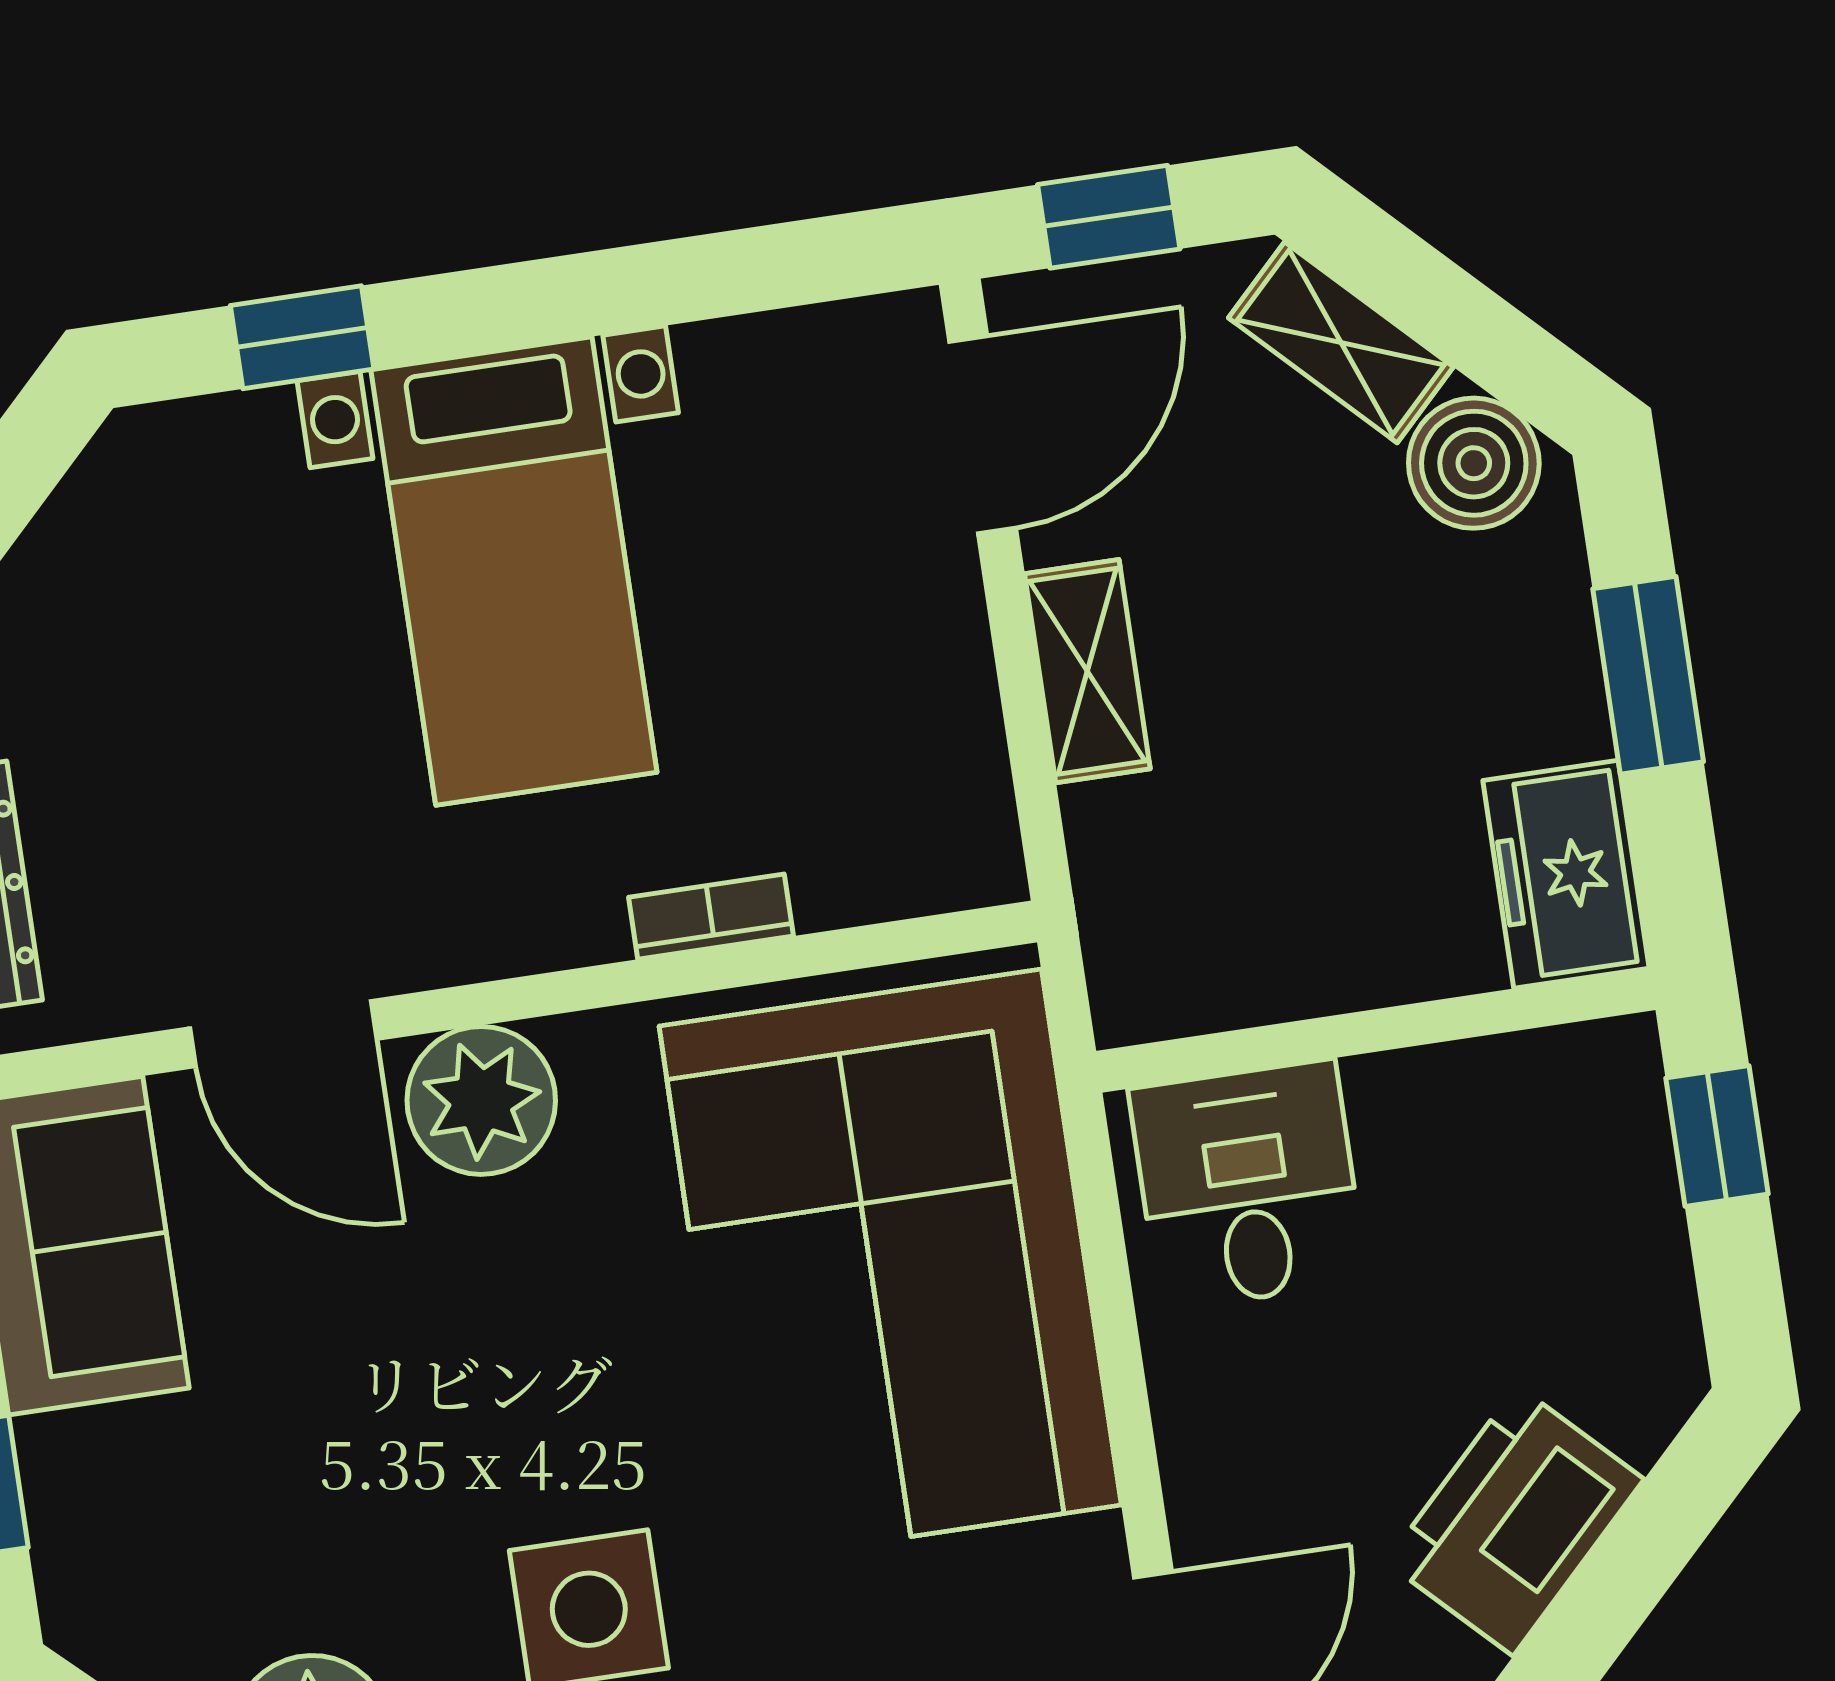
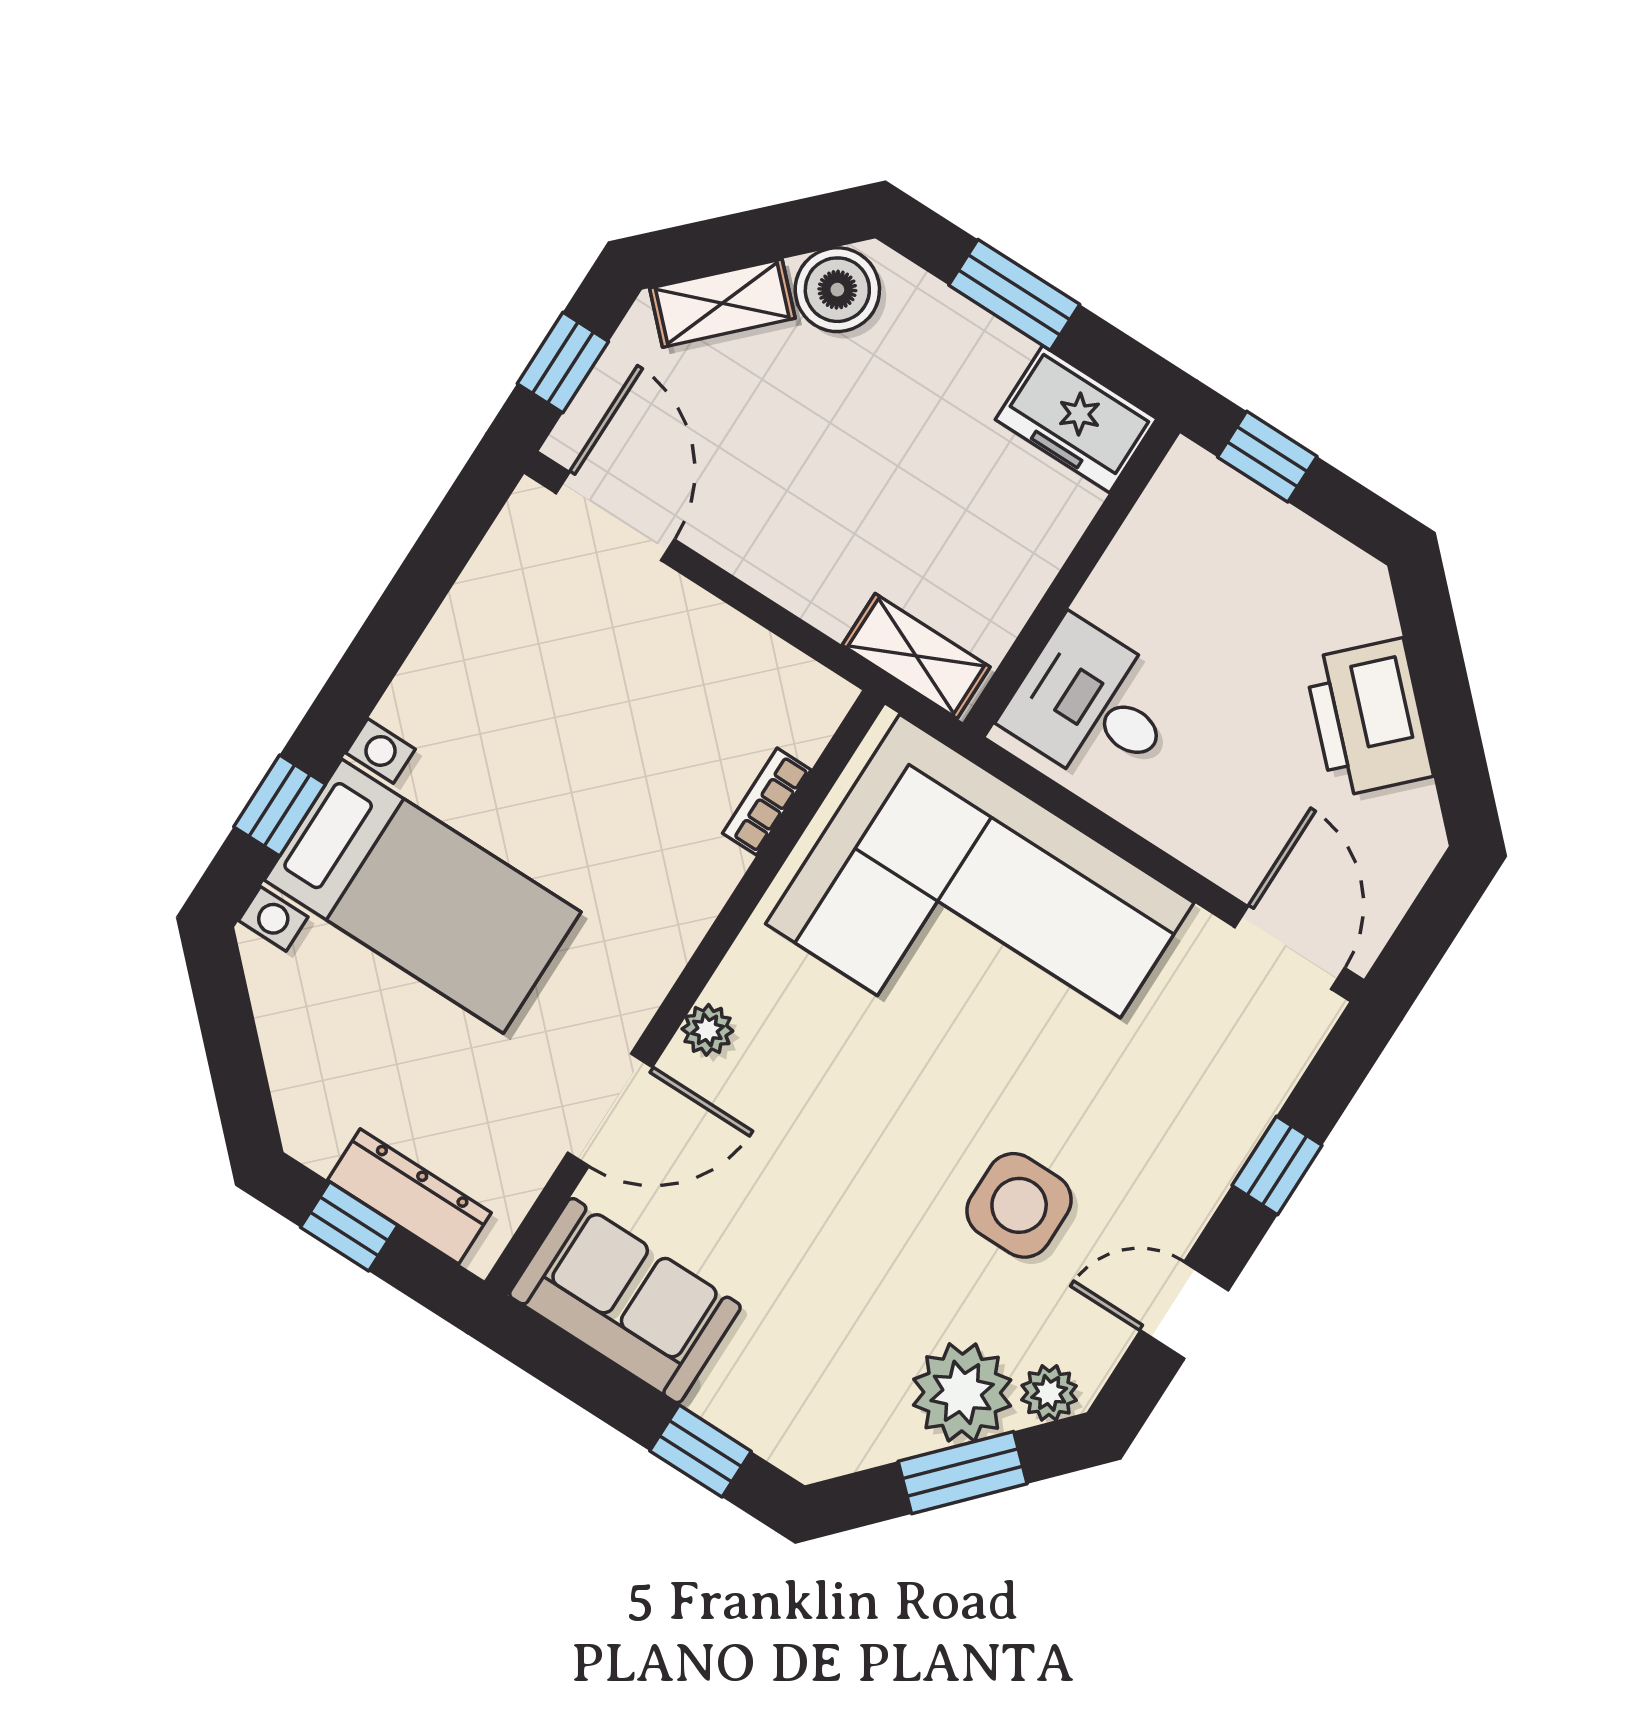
bed with nightstands: (514, 571) -> (423, 896), moved
shelving: (1087, 671) -> (916, 656), moved
bookcase: (711, 917) -> (767, 802), moved
plant: (481, 1100) -> (707, 1030), width x0.53, depth x0.53

